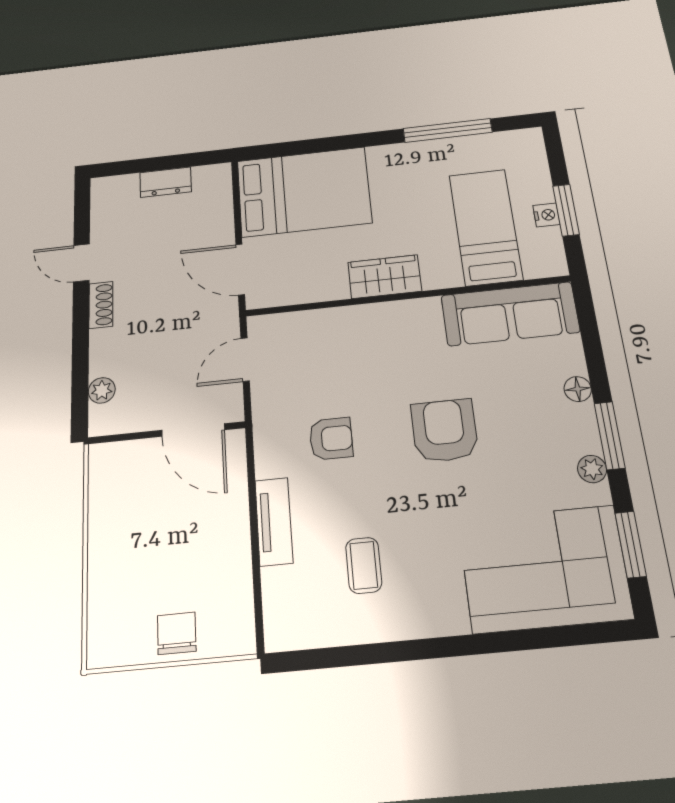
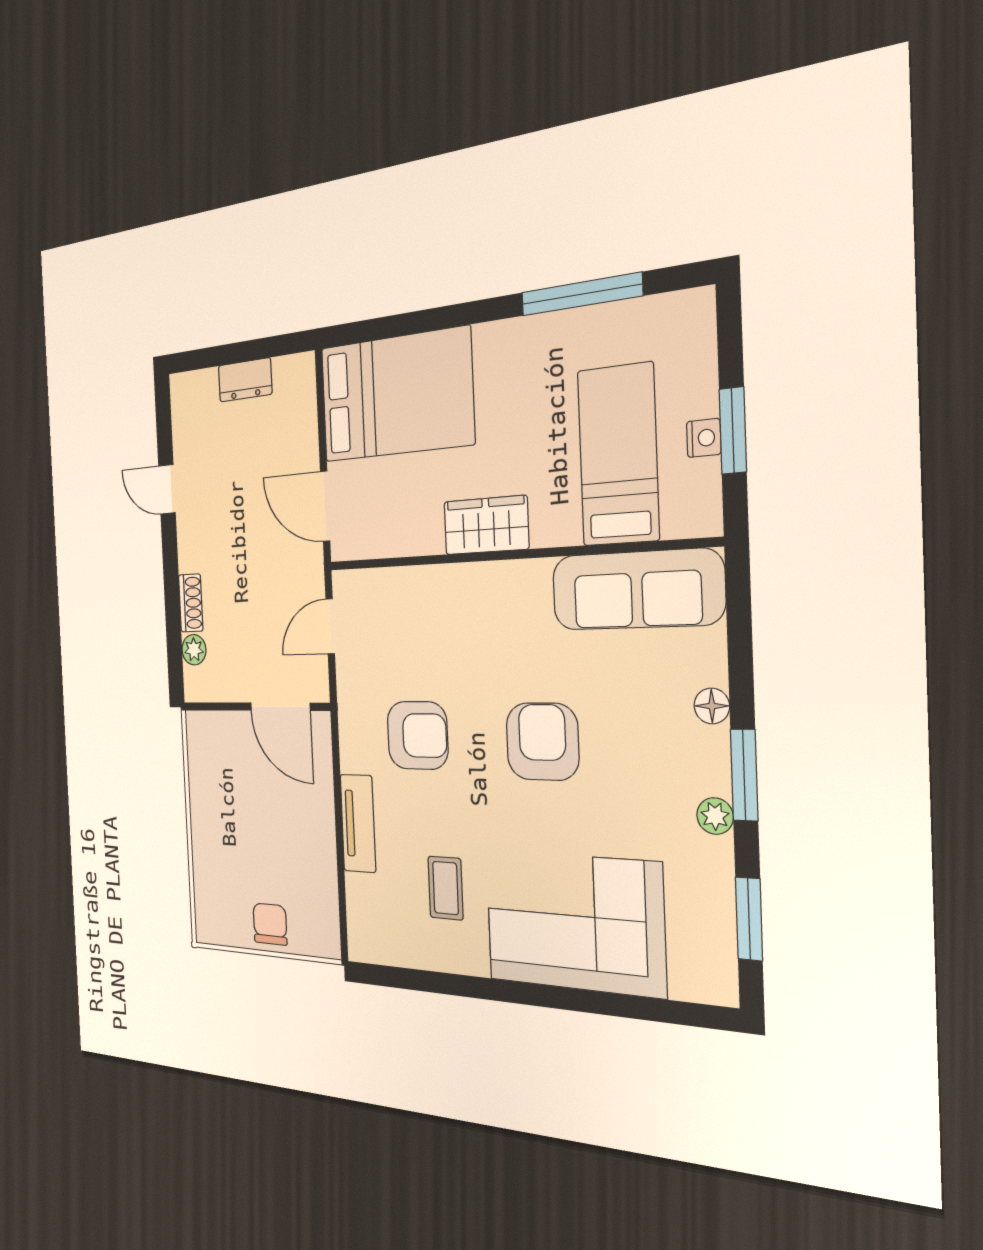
shoe rack: (101, 305) -> (191, 603), moved
armchair: (331, 439) -> (417, 735), width x1.38, depth x1.38
corner sofa: (544, 569) -> (574, 922), moved

